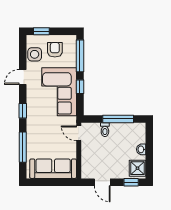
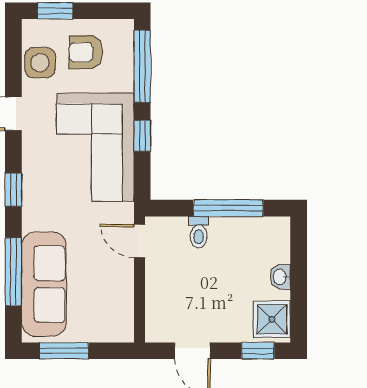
armchair: (55, 50) -> (86, 52), turned -90
sofa: (53, 169) -> (44, 284), moved, turned 90
window: (45, 182) -> (64, 351), added

